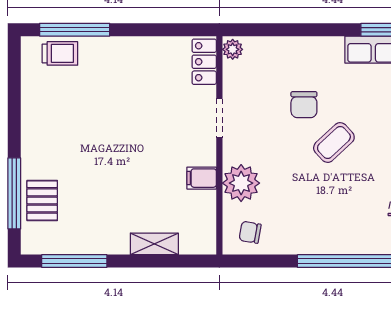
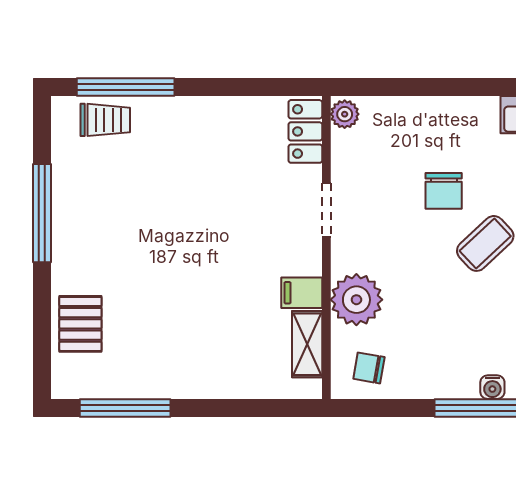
window: (14, 193) -> (42, 213), moved
shelving: (154, 244) -> (307, 344), moved, turned 90
water cooler: (339, 246) -> (492, 387), added

